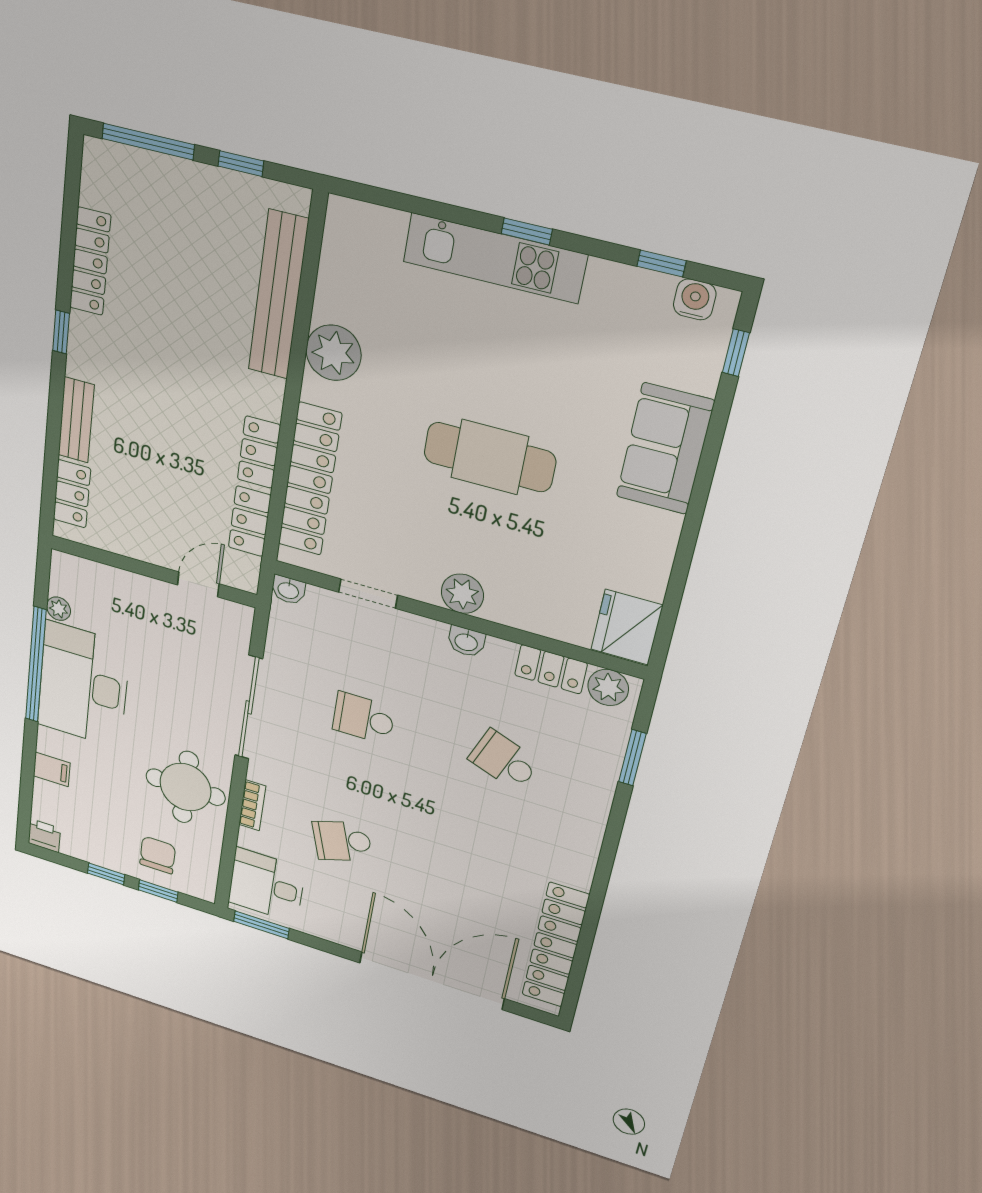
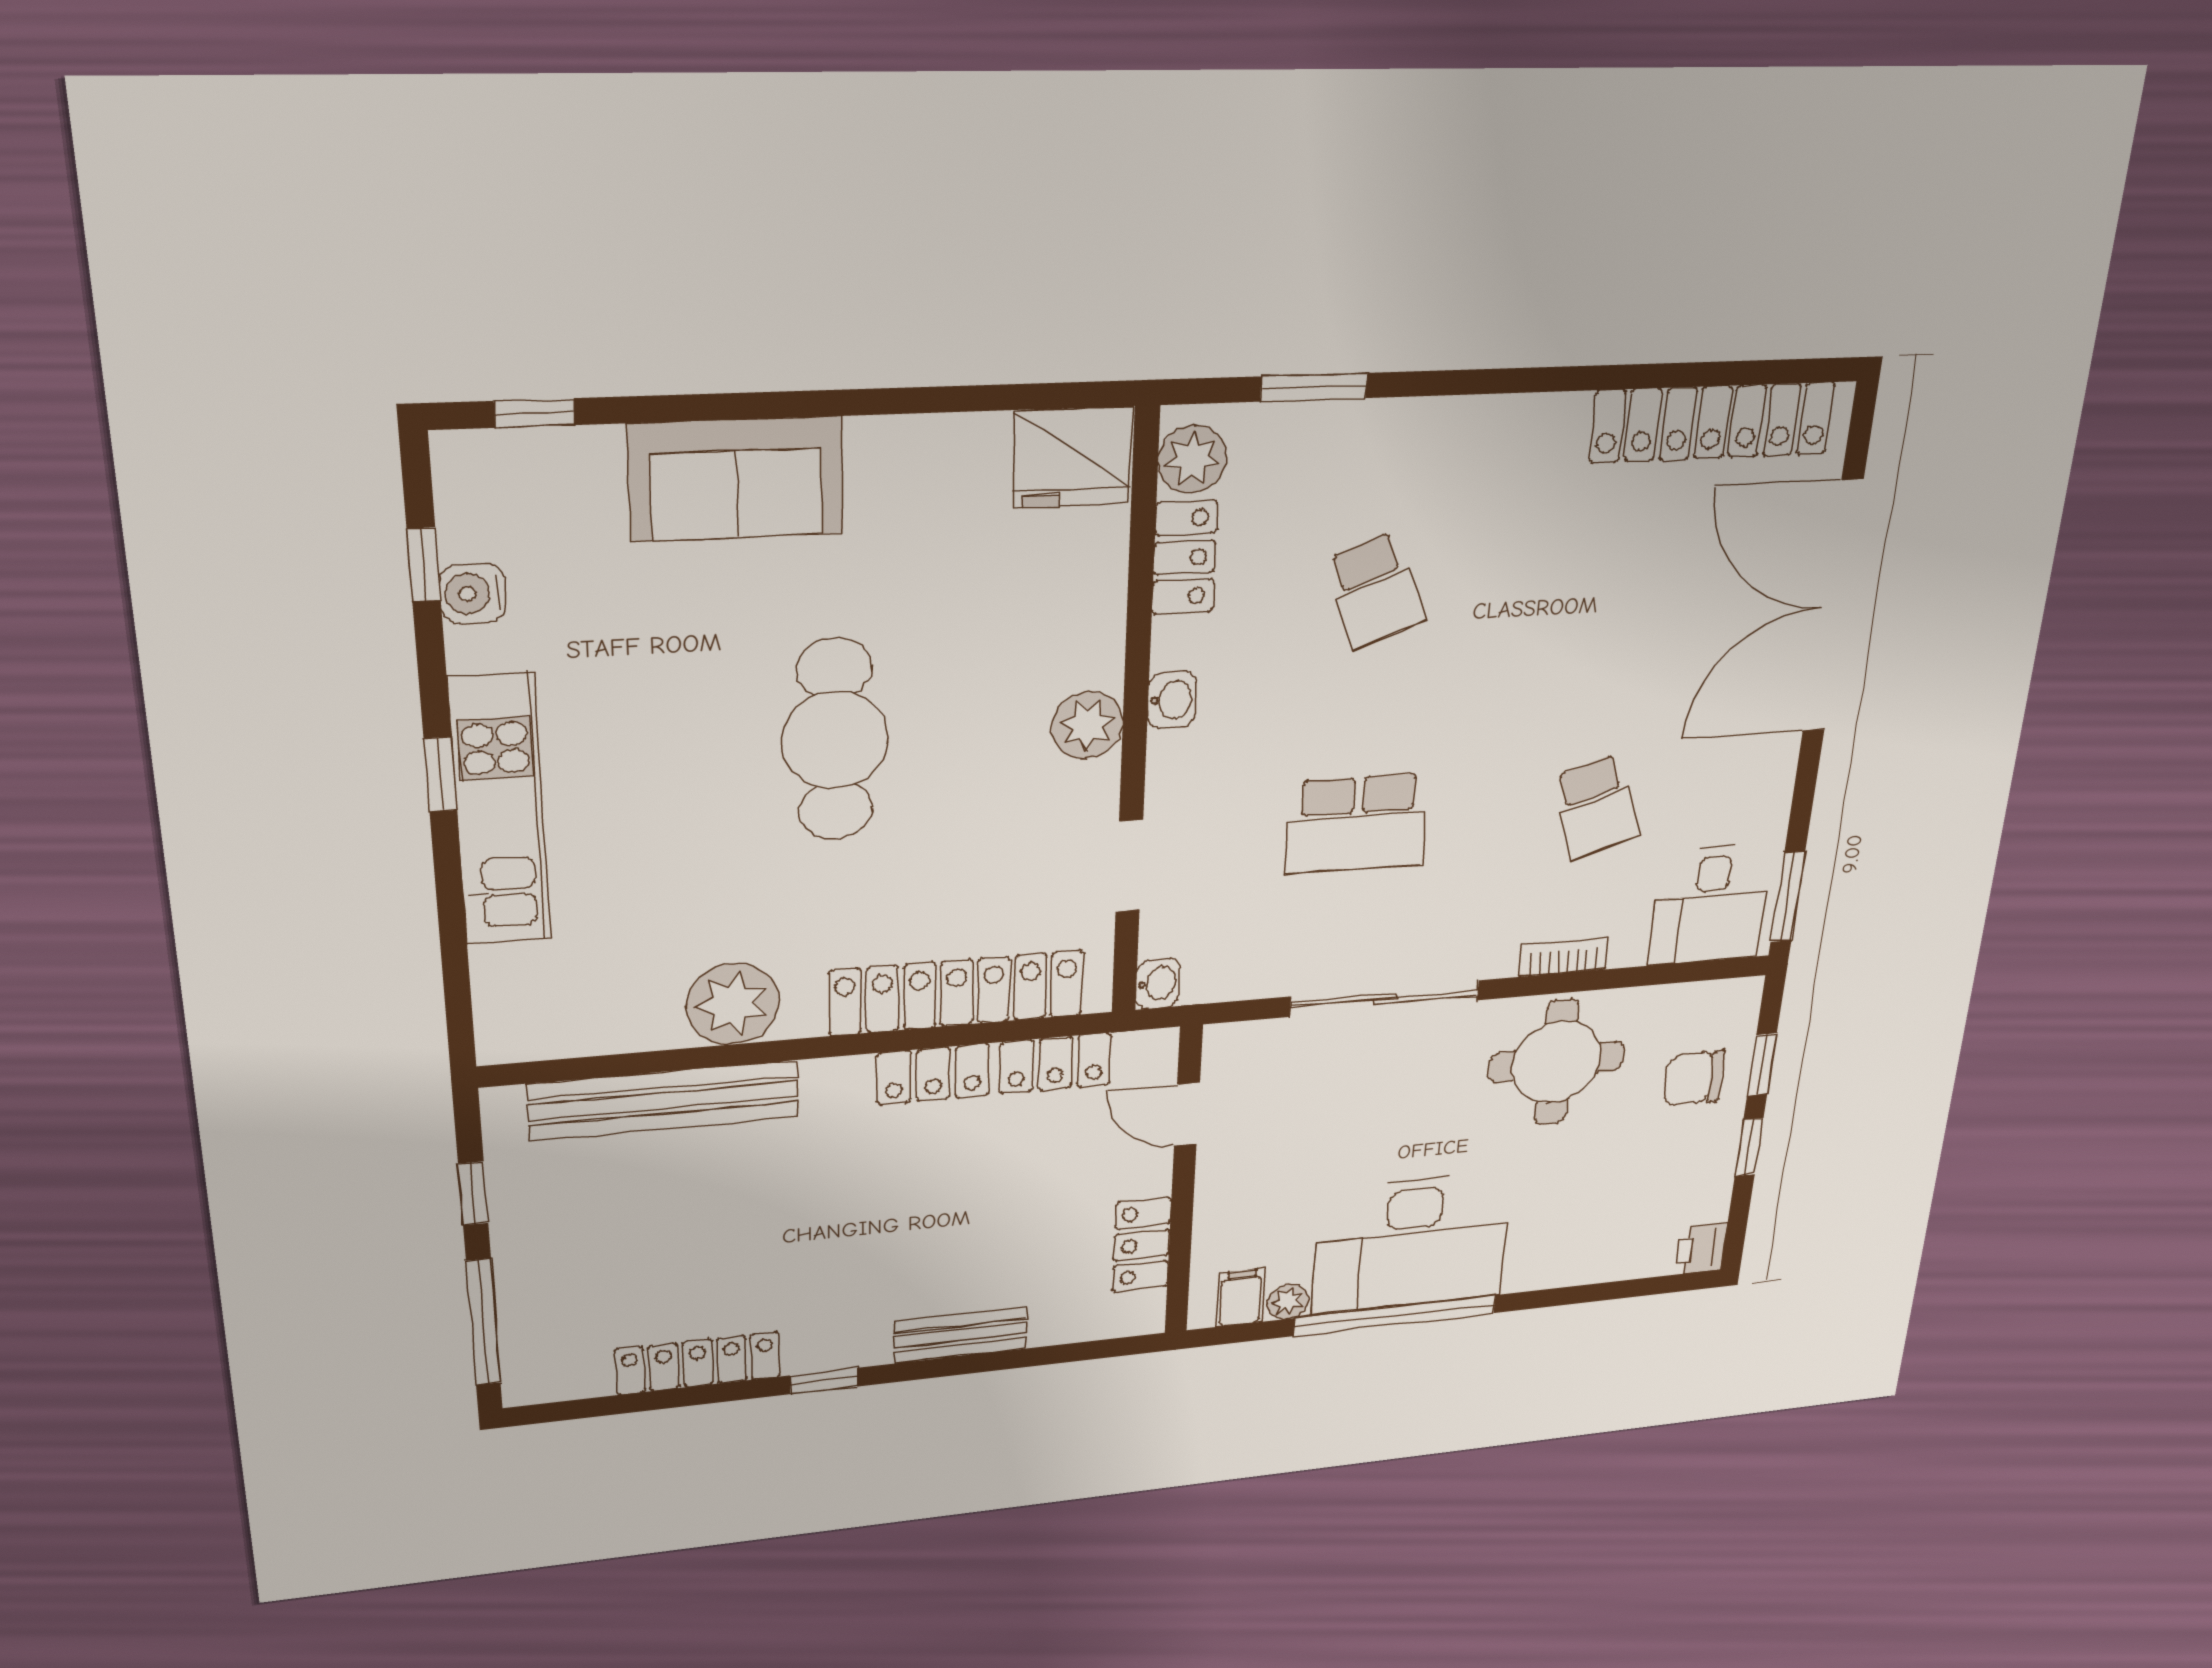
water cooler: (695, 299) -> (473, 594), moved
locker: (72, 494) -> (1142, 1245), moved, turned -90
school desk: (364, 718) -> (1357, 824), width x1.85
school desk: (504, 760) -> (1375, 591), turned -42
filing cabinet: (52, 769) -> (1241, 1298), moved

